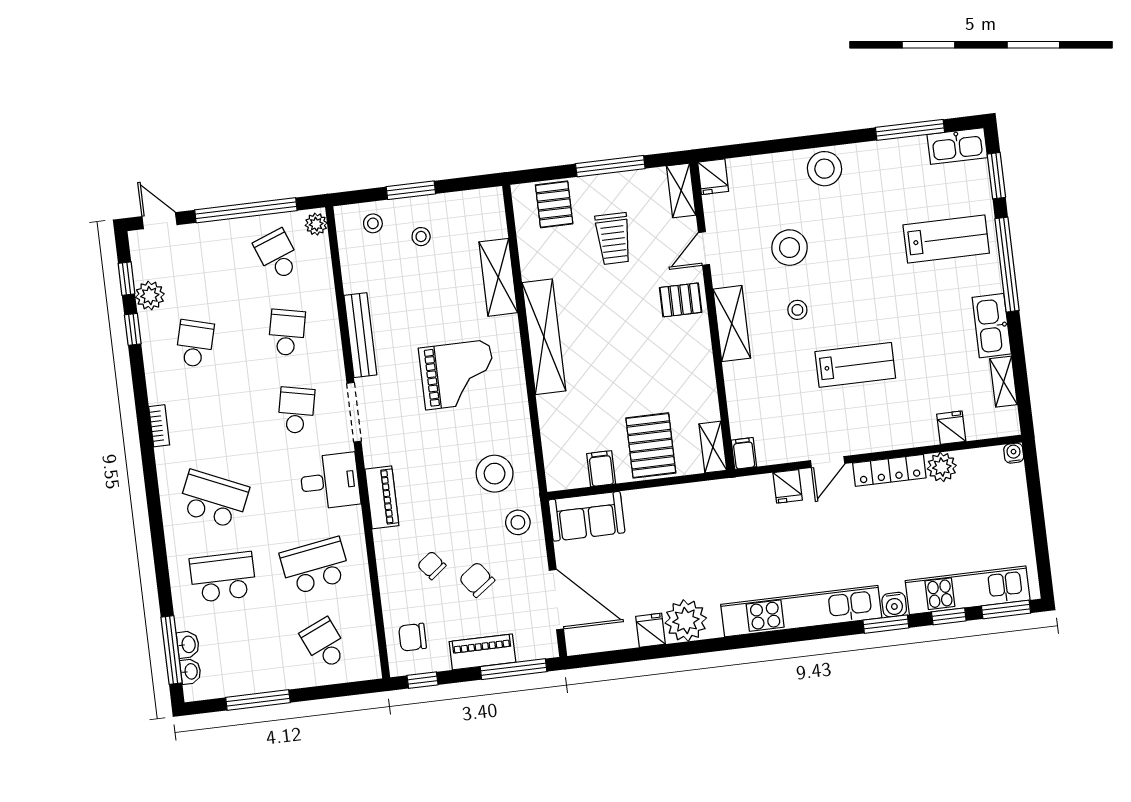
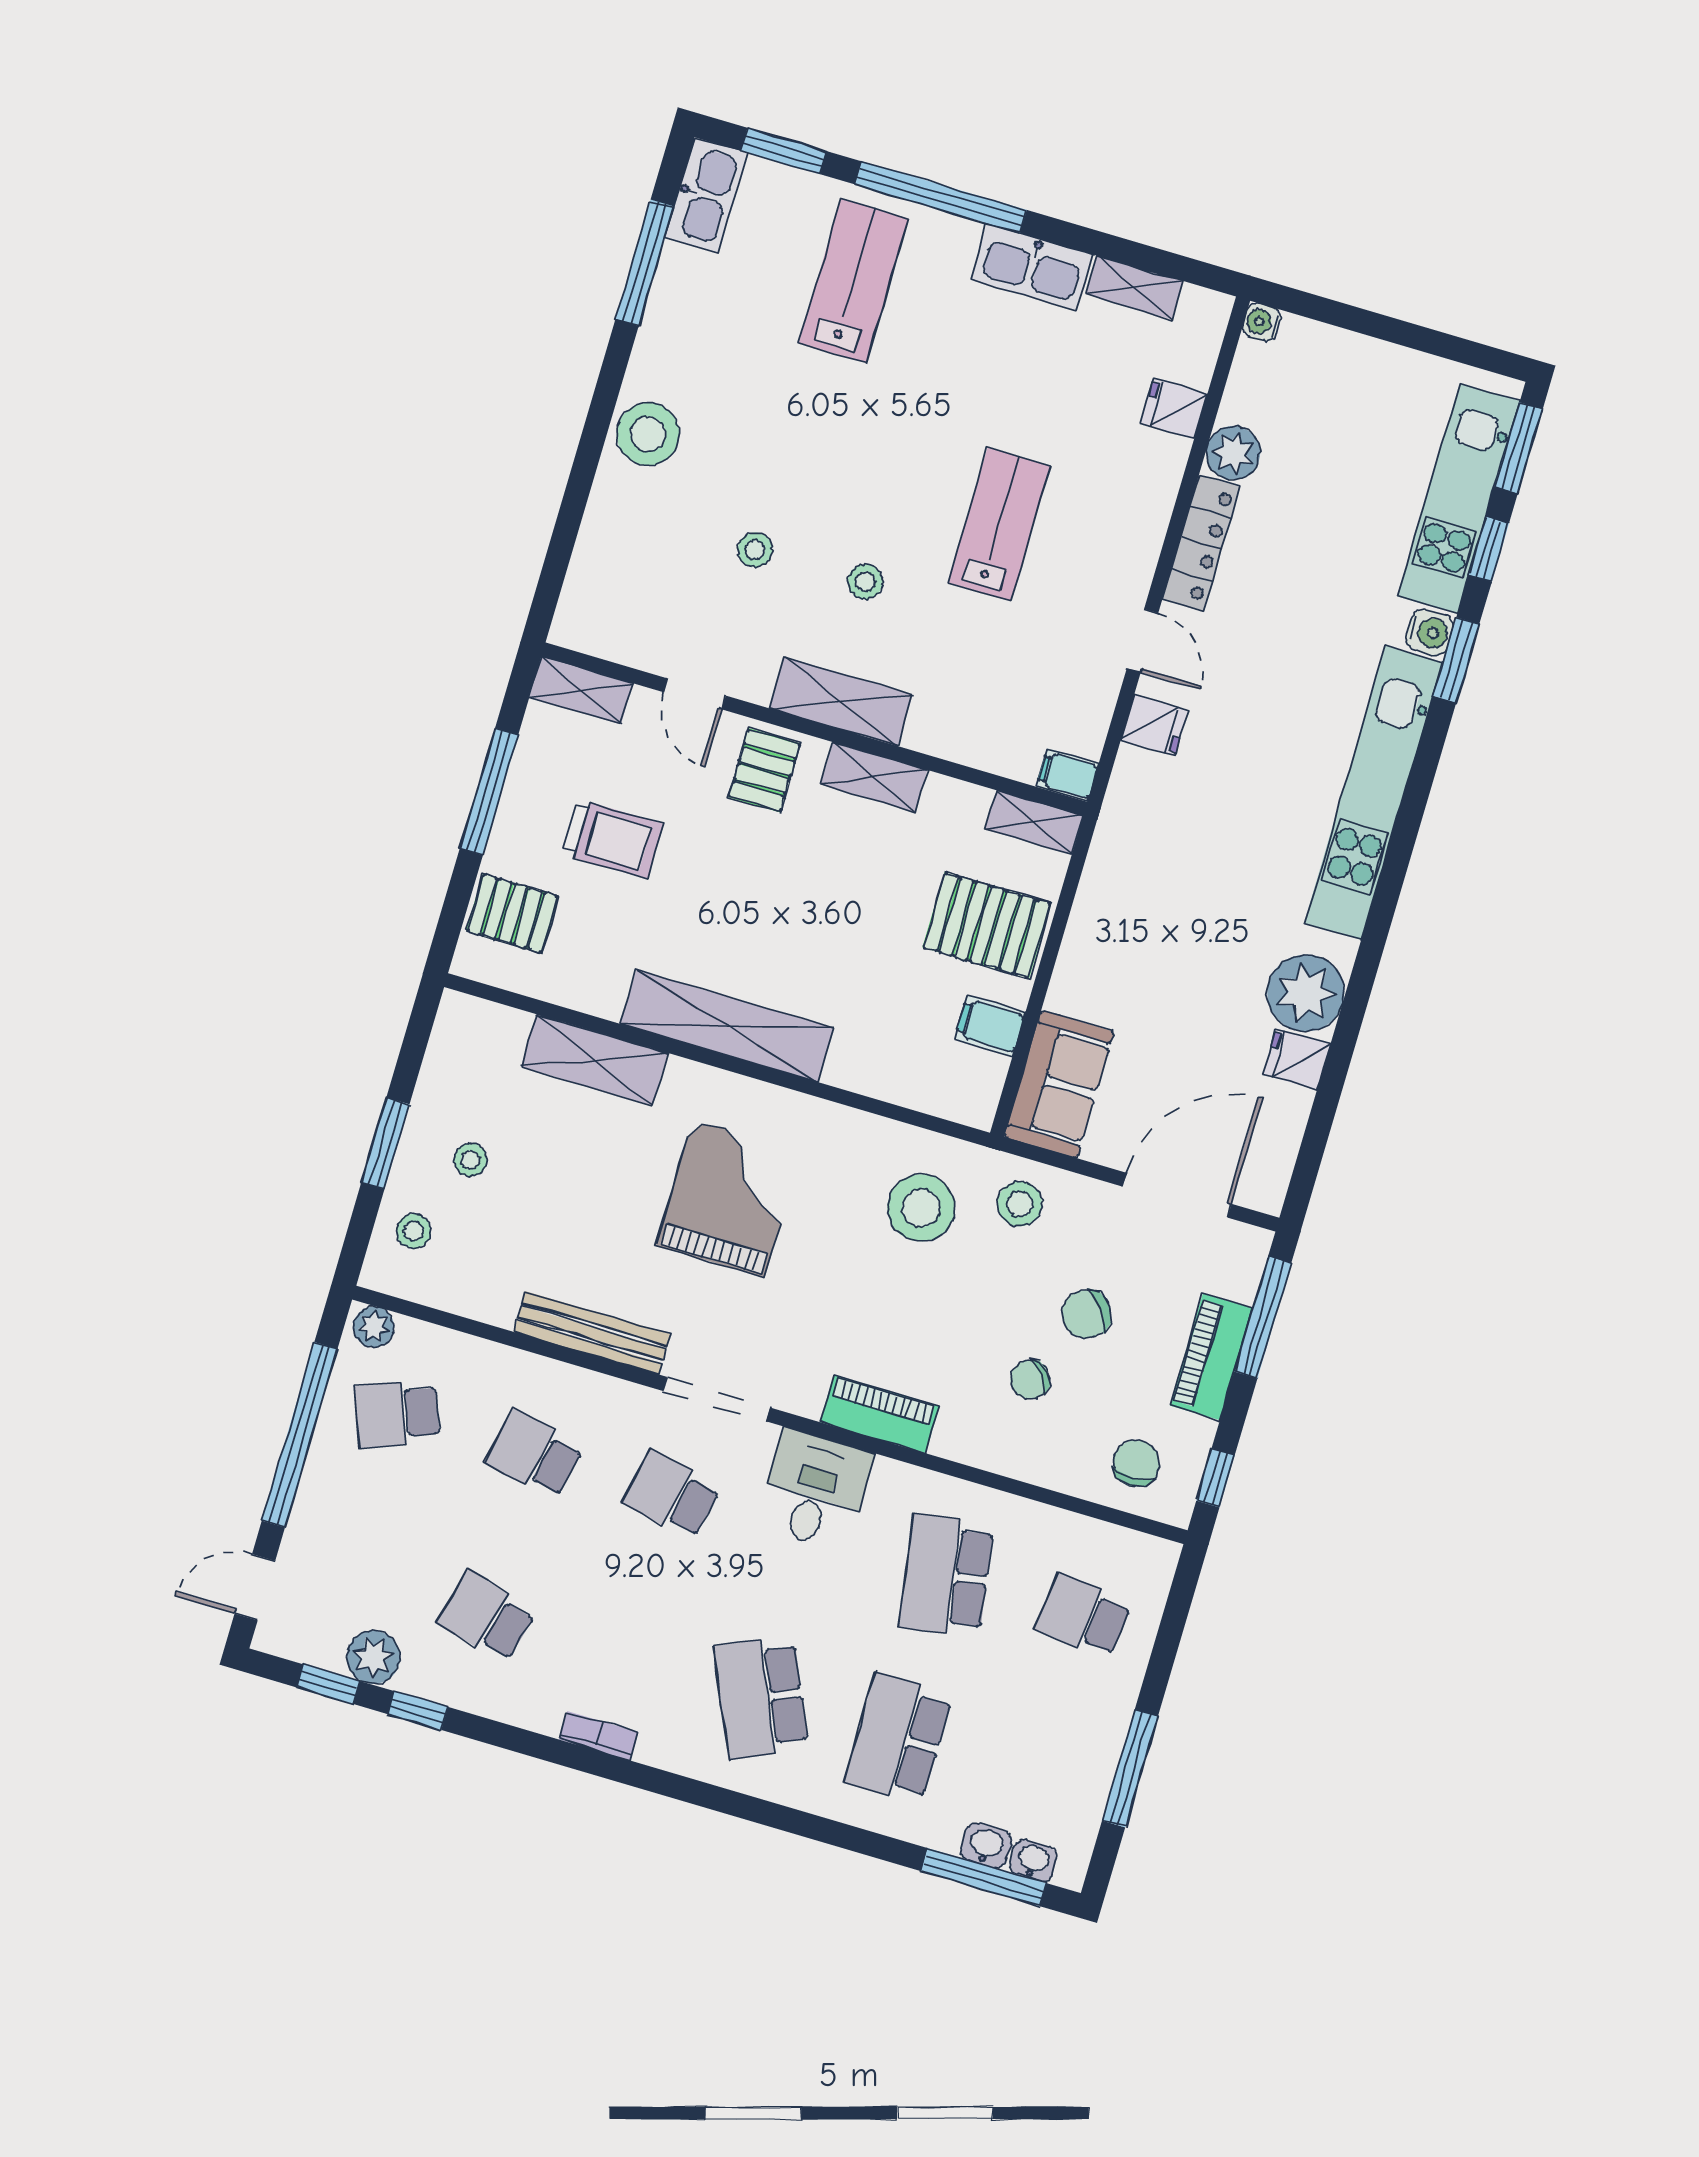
fridge: (713, 177) -> (581, 627), removed
stool: (790, 248) -> (755, 550), width x0.53, depth x0.53
shelving: (701, 357) -> (874, 777), added
school desk: (213, 499) -> (761, 1698), turned -48
chair: (413, 637) -> (1136, 1463), turned 180
school desk: (324, 644) -> (1084, 1616), turned 30

